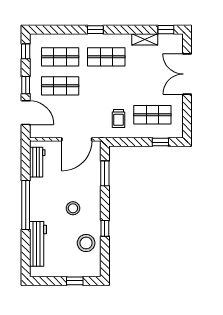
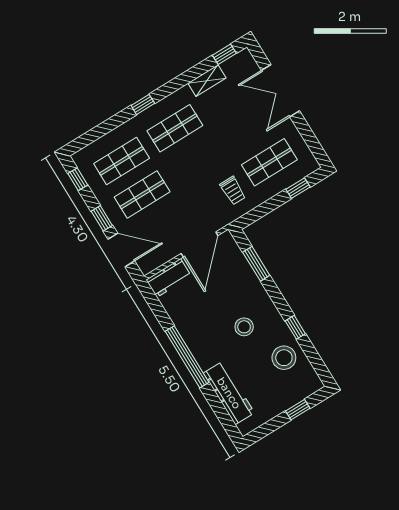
workbench: (37, 162) -> (169, 278), moved, turned 90

